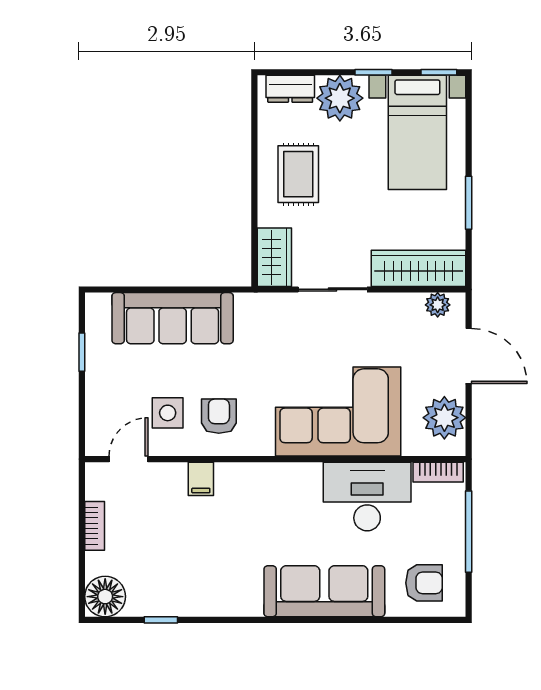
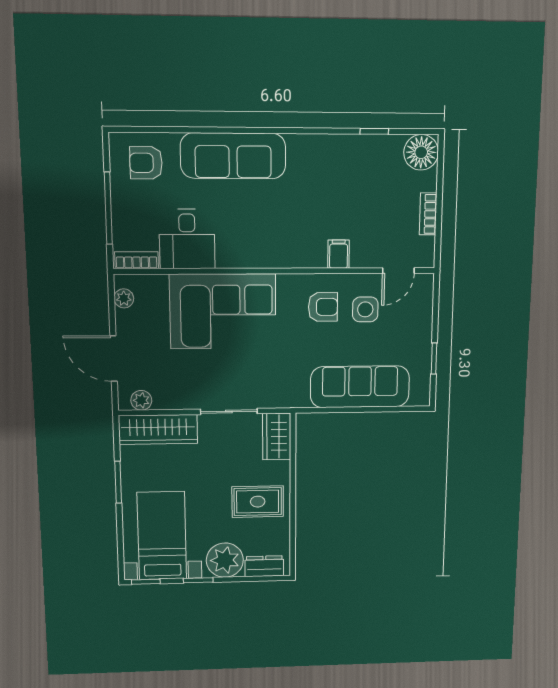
rug: (298, 174) -> (258, 502), turned 90
armchair: (219, 416) -> (323, 307), turned -90
plant: (444, 418) -> (124, 298), width x0.53, depth x0.53
desk: (367, 497) -> (187, 239), width x0.73

